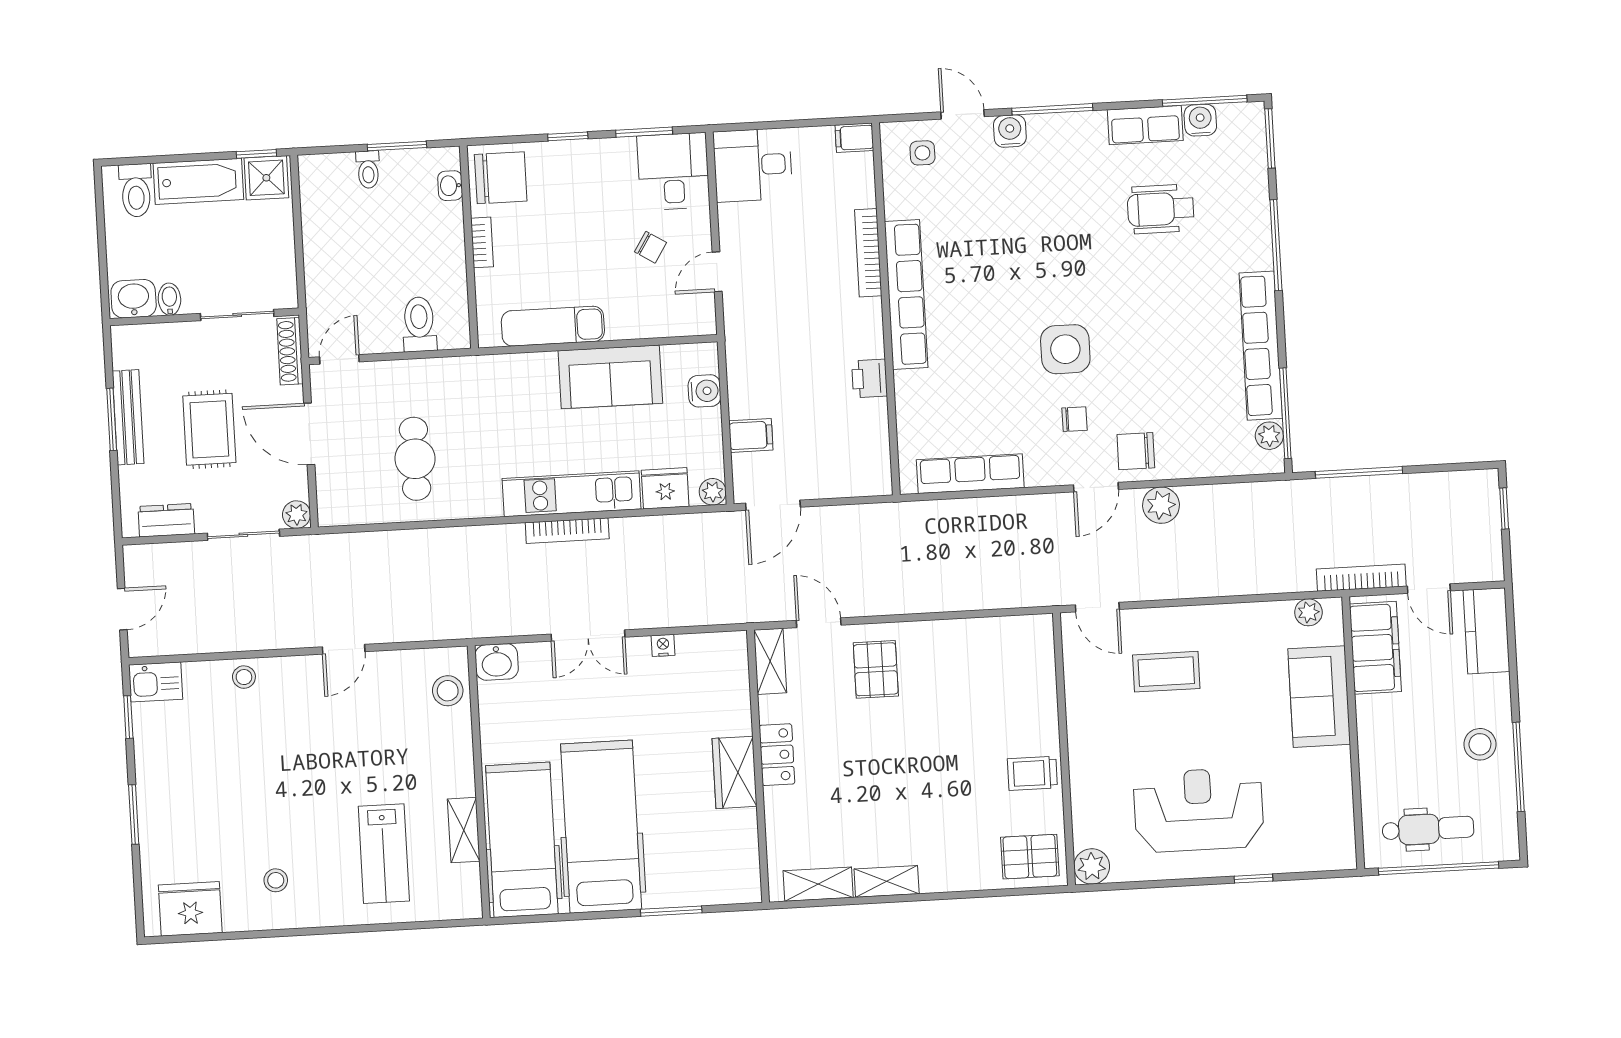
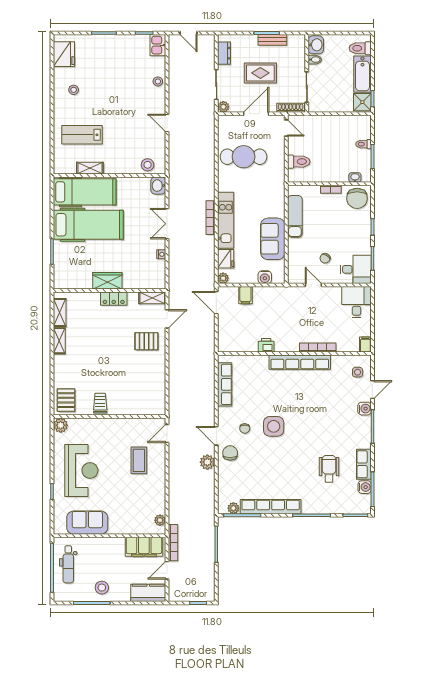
bench: (128, 417) -> (272, 40), width x0.73
cafe table: (415, 459) -> (244, 157), width x1.37, depth x1.35
sofa: (1319, 697) -> (87, 523), moved

